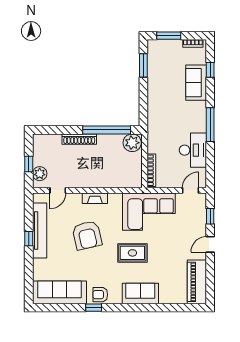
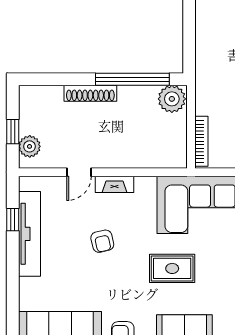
door: (58, 190) -> (79, 172), moved
armchair: (87, 235) -> (102, 241), width x0.53, depth x0.53
window: (29, 239) -> (13, 220), moved

